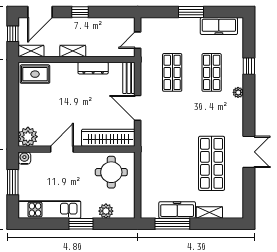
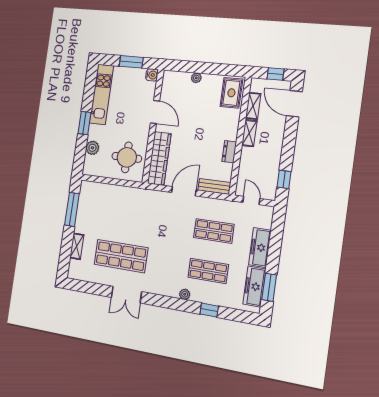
window: (80, 12) -> (284, 179), moved
window: (191, 12) -> (269, 287), moved
shelving: (31, 51) -> (253, 106), moved
dresser: (93, 68) -> (229, 152), width x0.70
plant: (28, 137) -> (196, 78), moved, width x0.53, depth x0.53
freezer: (177, 210) -> (260, 248), moved, turned 180

